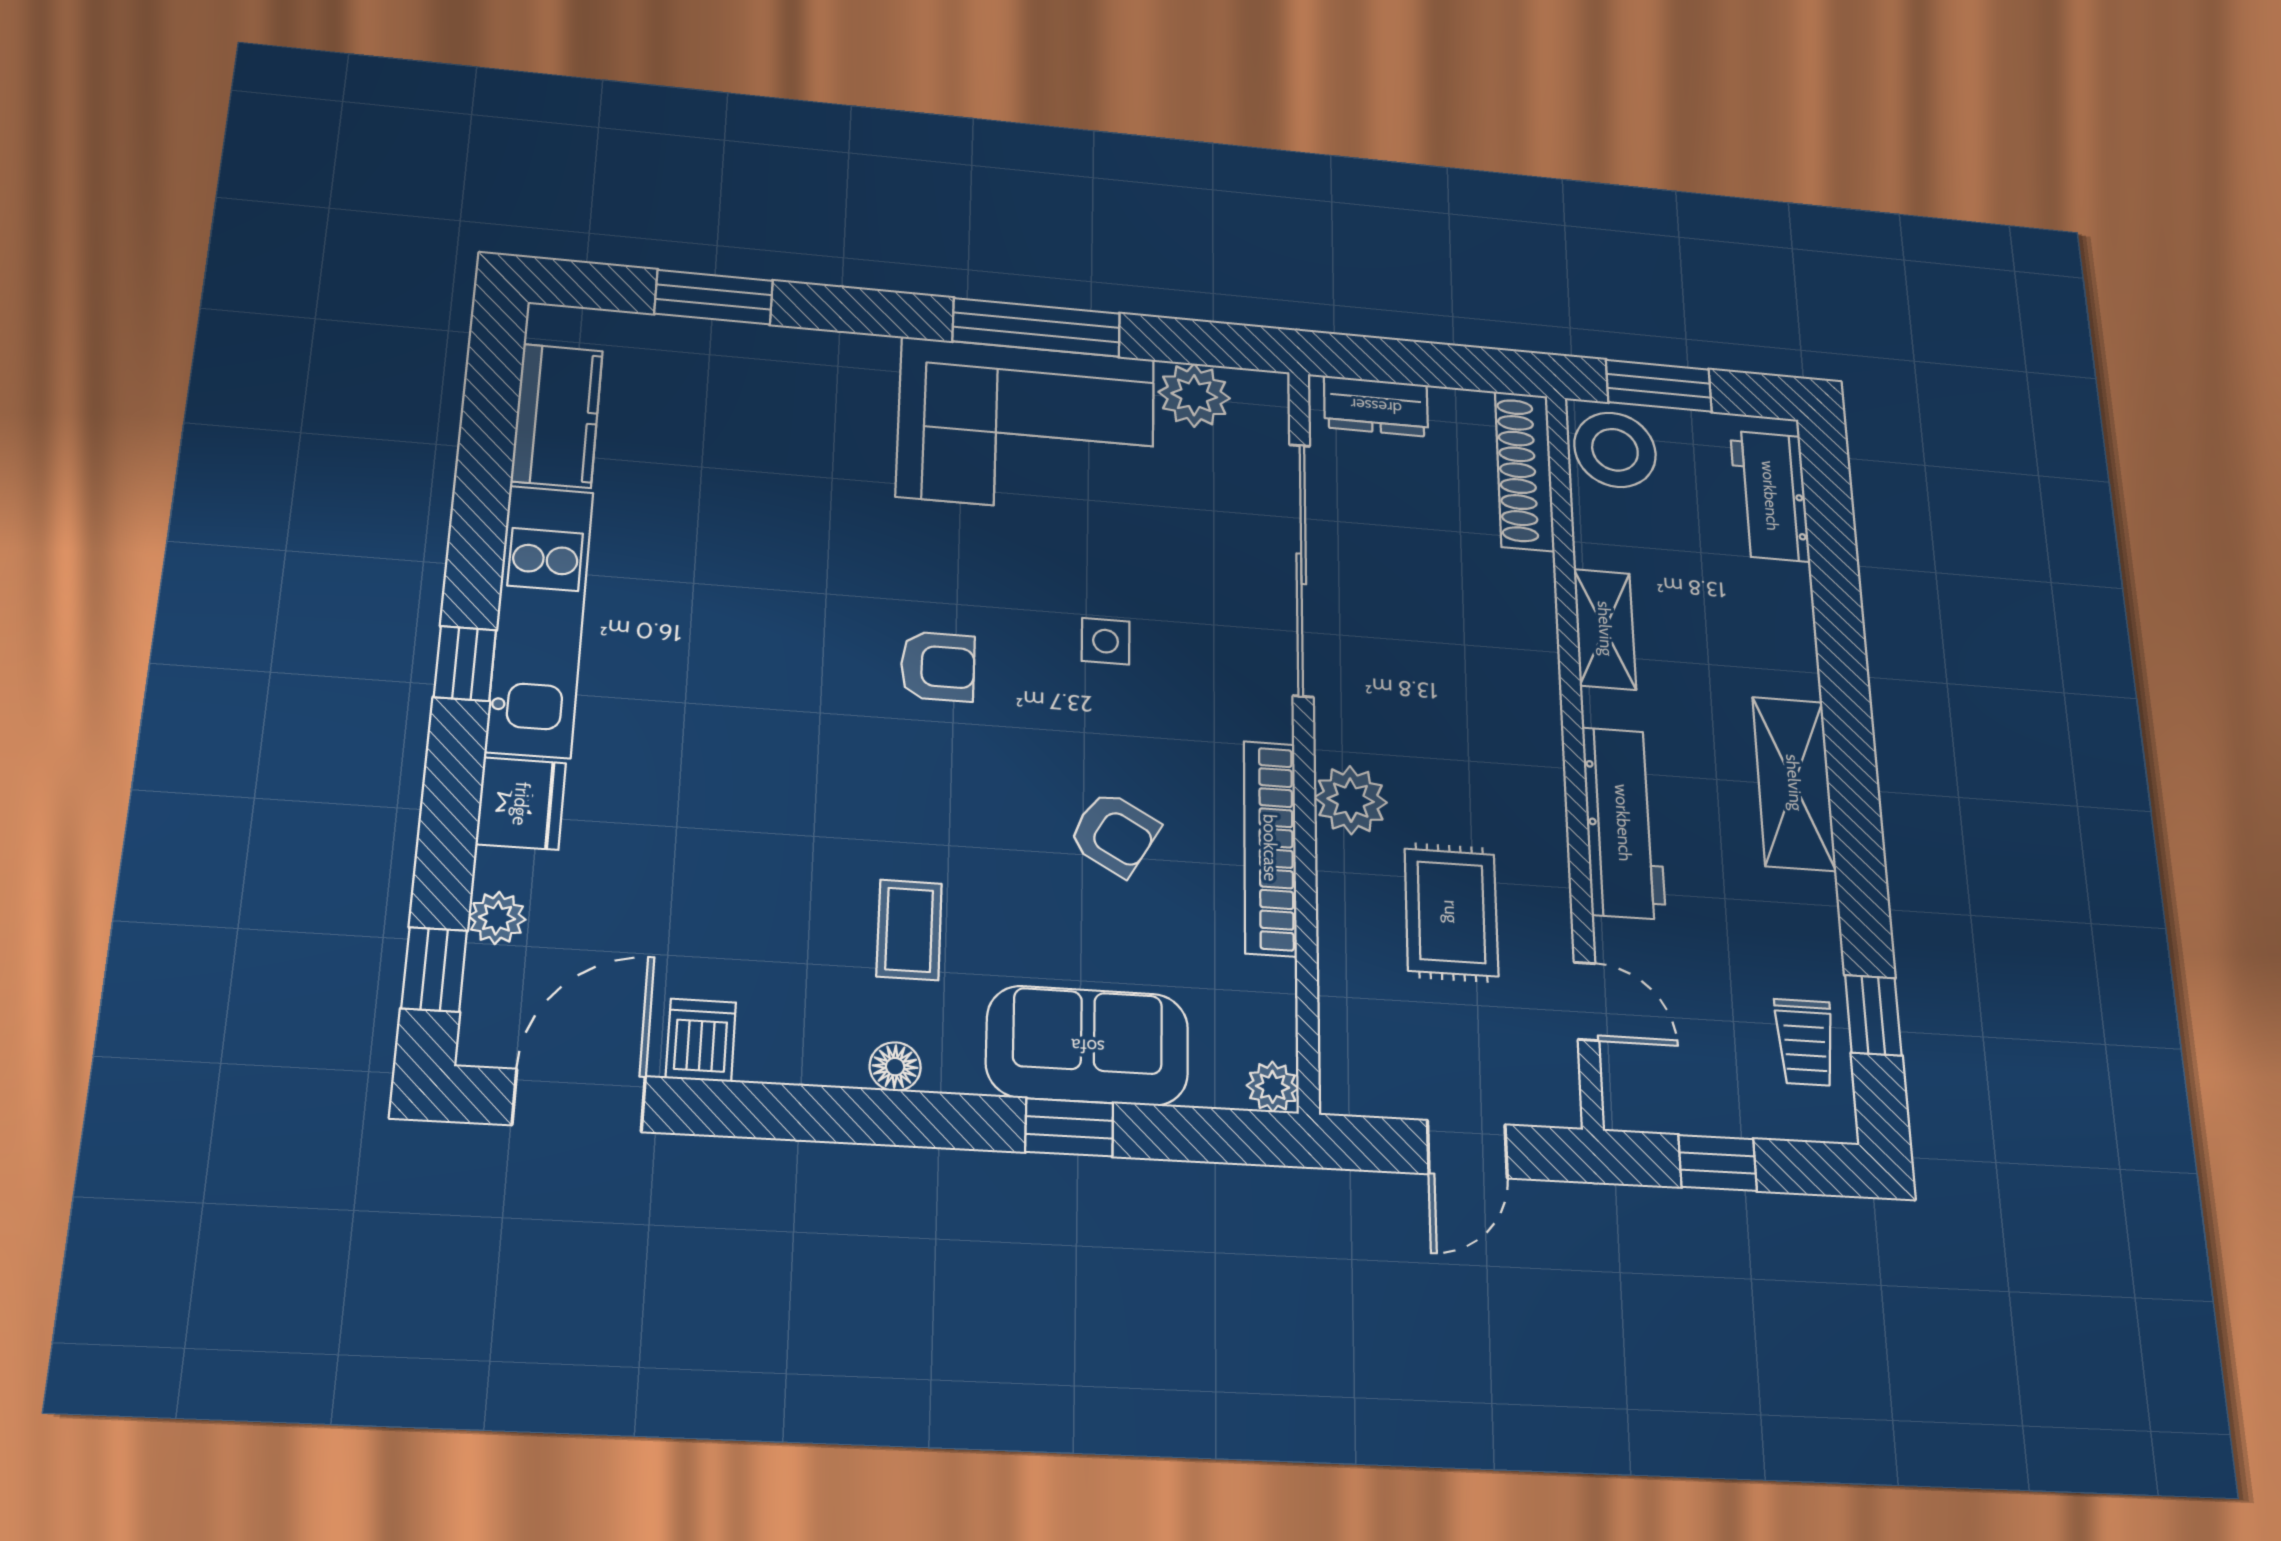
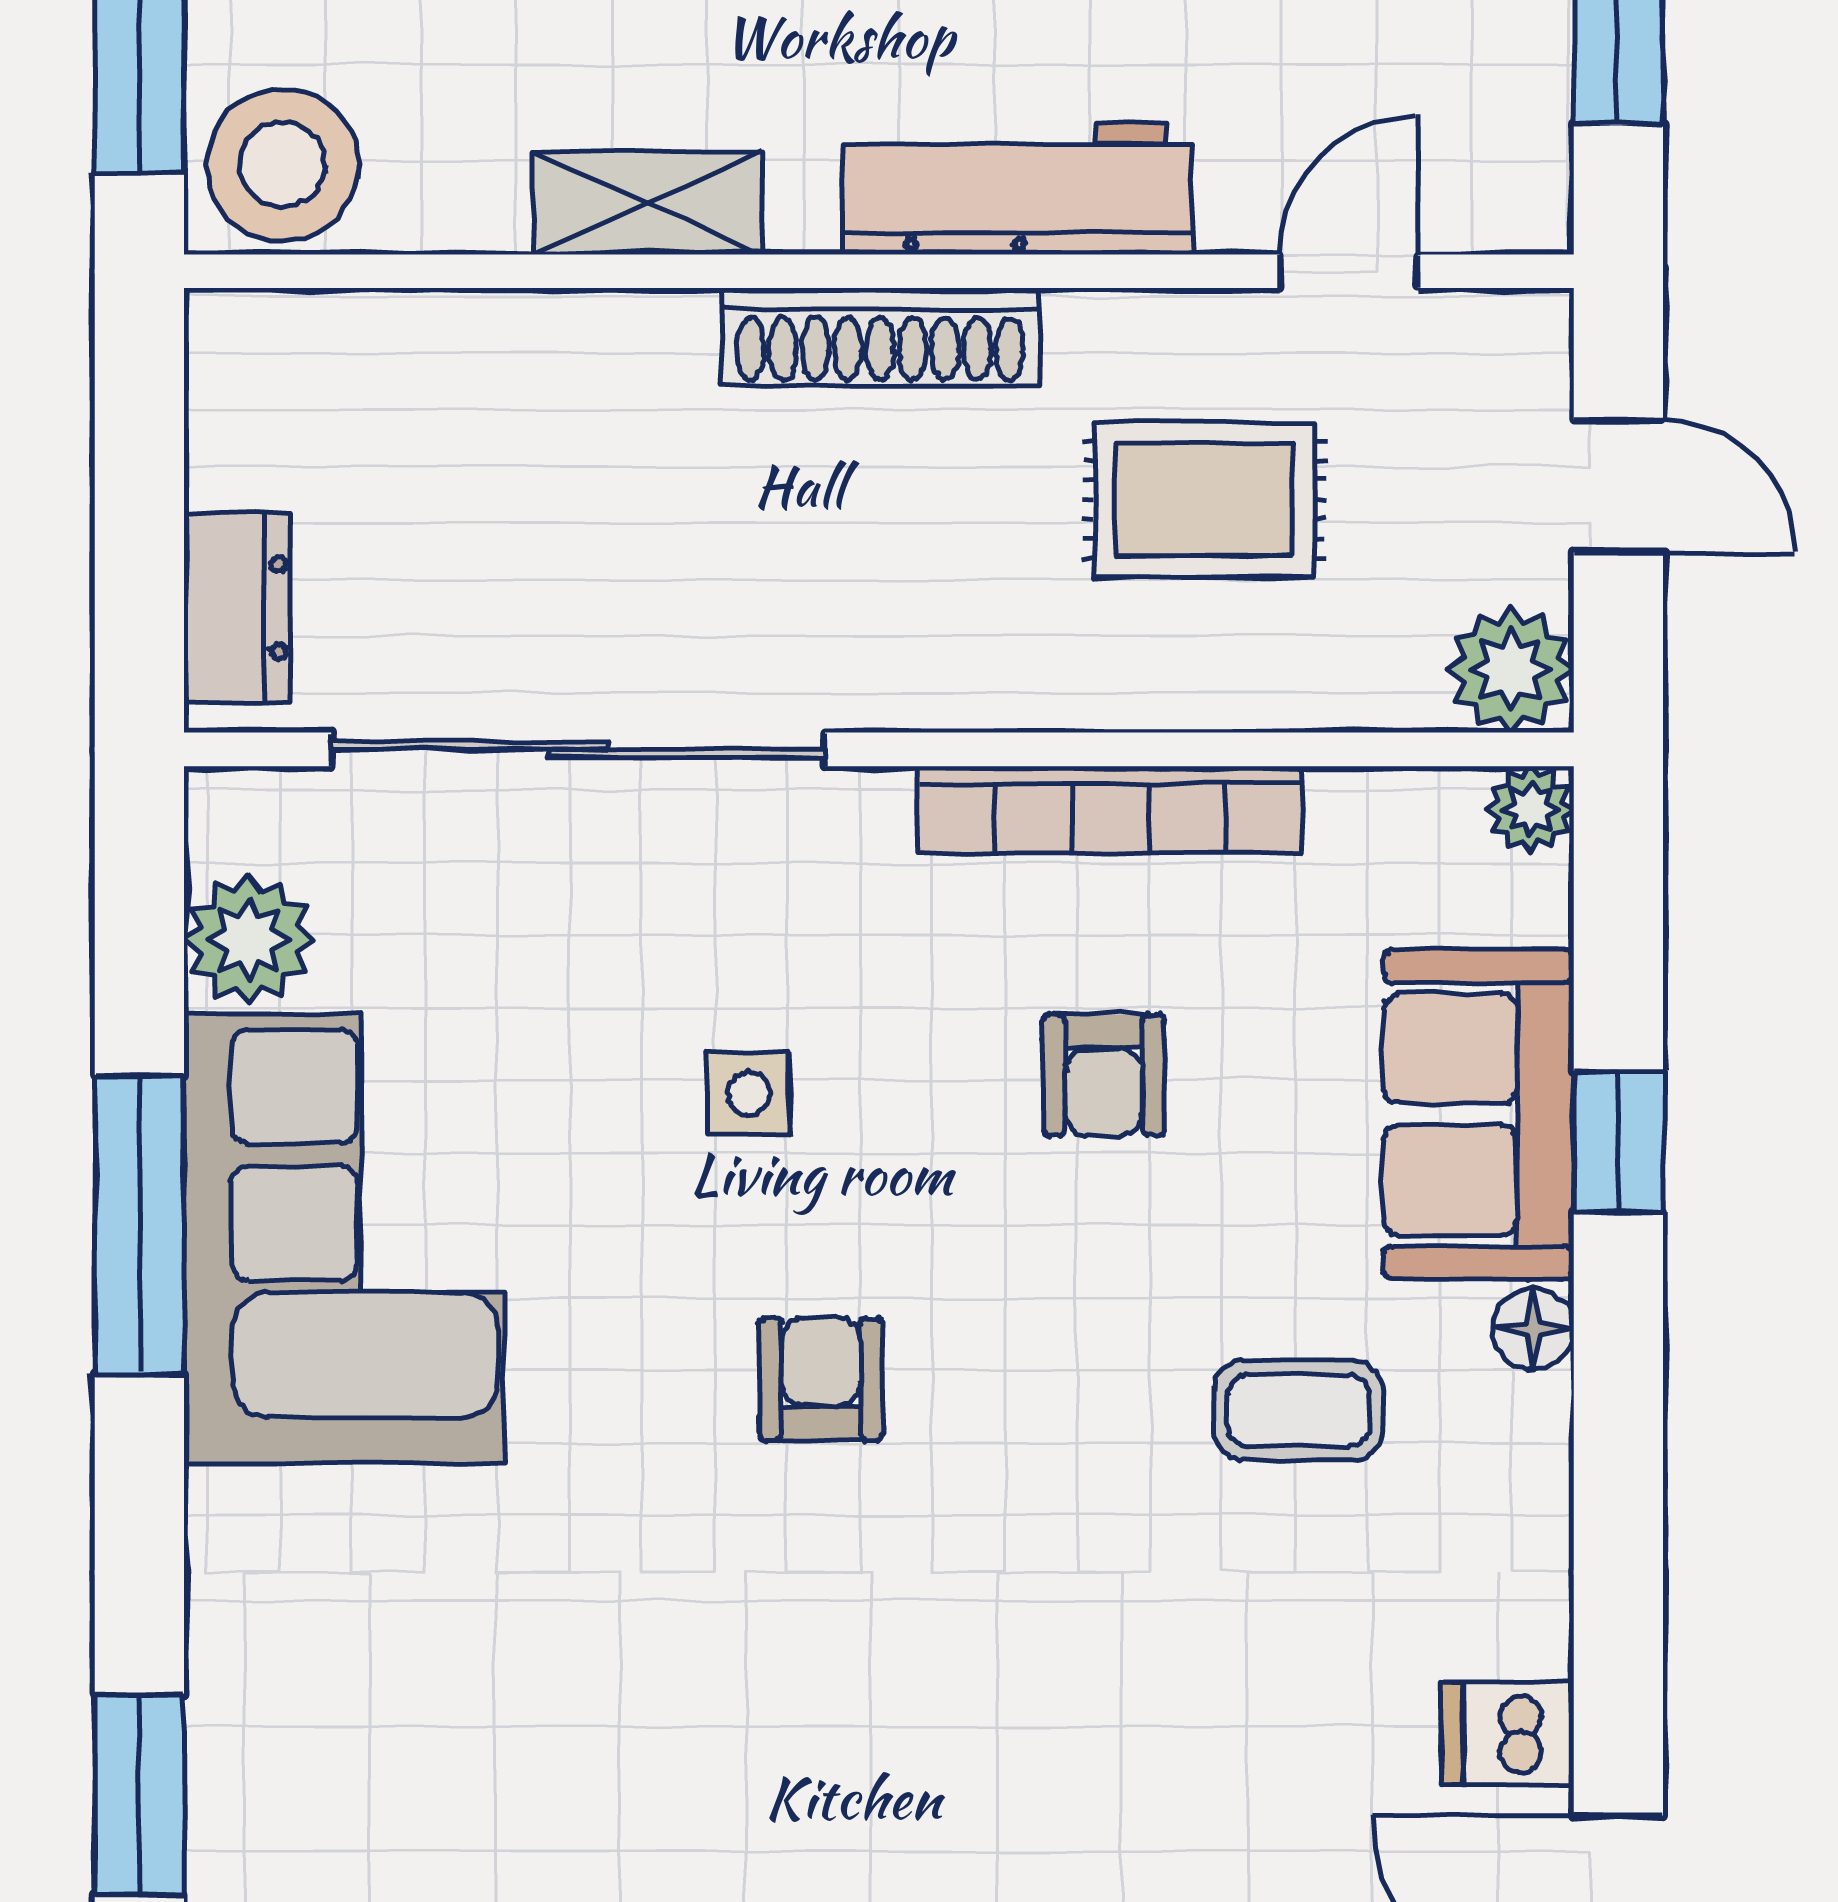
shoe rack: (1524, 471) -> (880, 337), moved
plant: (1351, 800) -> (1510, 669), moved
armchair: (1114, 834) -> (1104, 1075), turned 150
floor lamp: (895, 1067) -> (1533, 1329), moved

